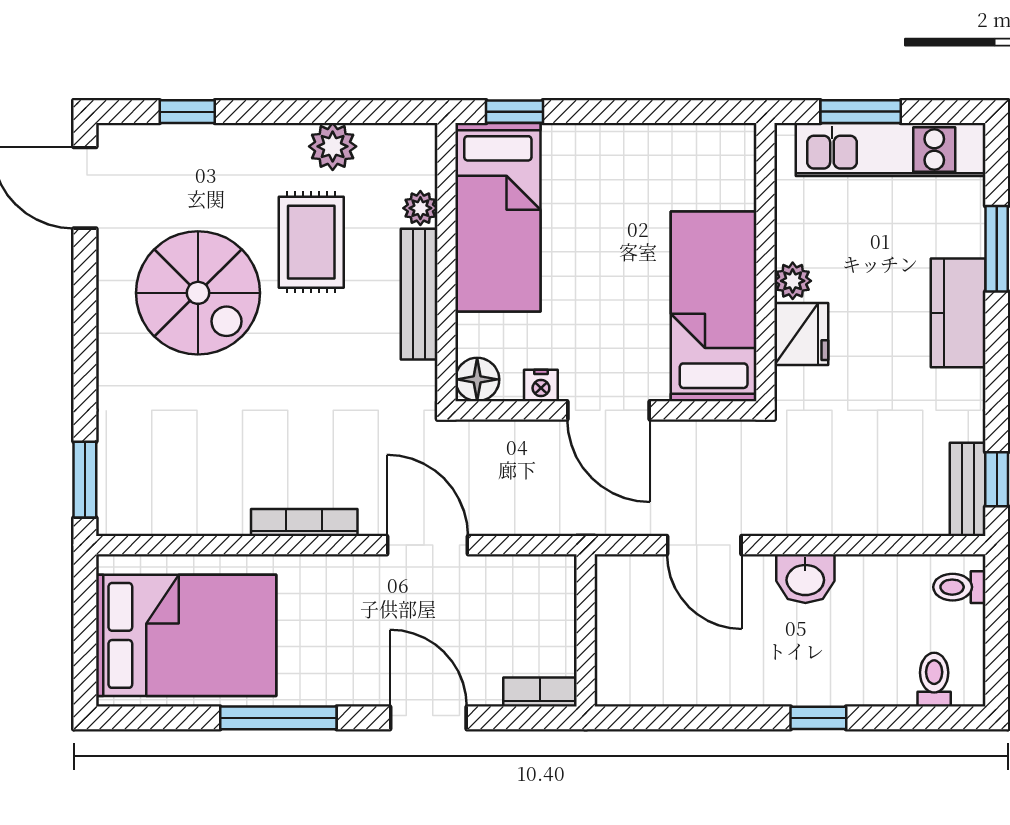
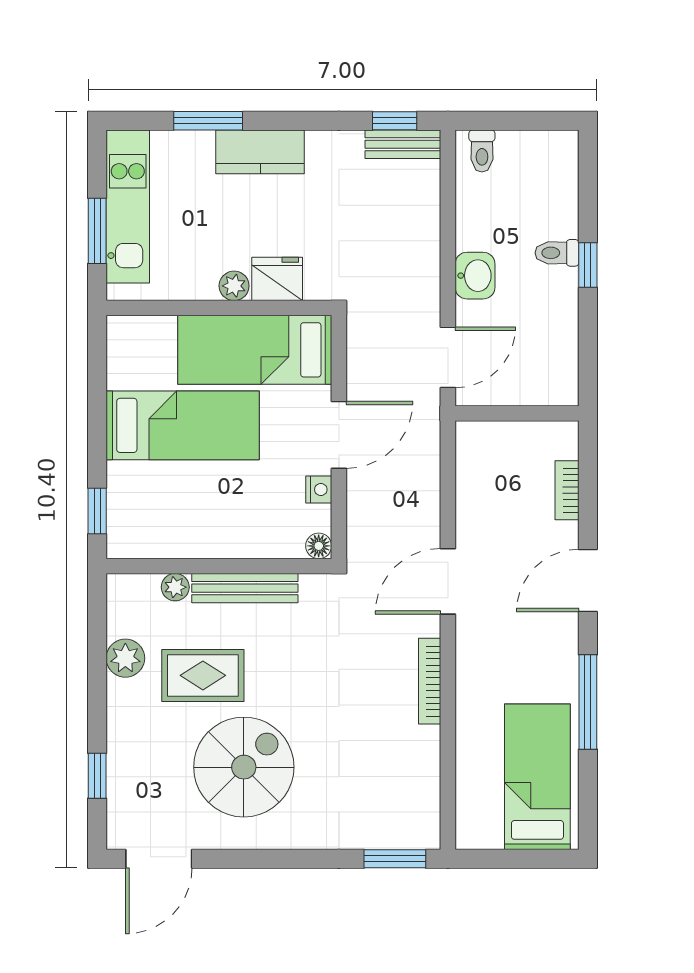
bed: (498, 217) -> (183, 425), moved
floor lamp: (477, 379) -> (319, 546), width x0.73, depth x0.73
wall: (586, 630) -> (517, 413), moved
bed: (186, 635) -> (537, 777), width x0.67
toilet: (934, 680) -> (557, 253), moved

